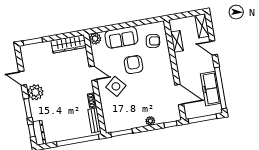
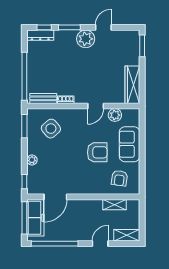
plant: (95, 39) -> (115, 115), moved
side table: (116, 86) -> (51, 129), moved
freezer: (211, 89) -> (35, 218), moved, turned 90

